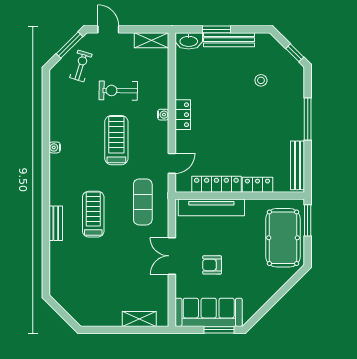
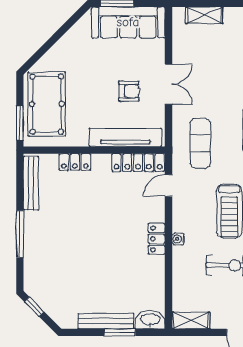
stool: (261, 80) -> (71, 276), removed
locker: (216, 184) -> (138, 163), moved
armchair: (212, 265) -> (129, 91), moved

